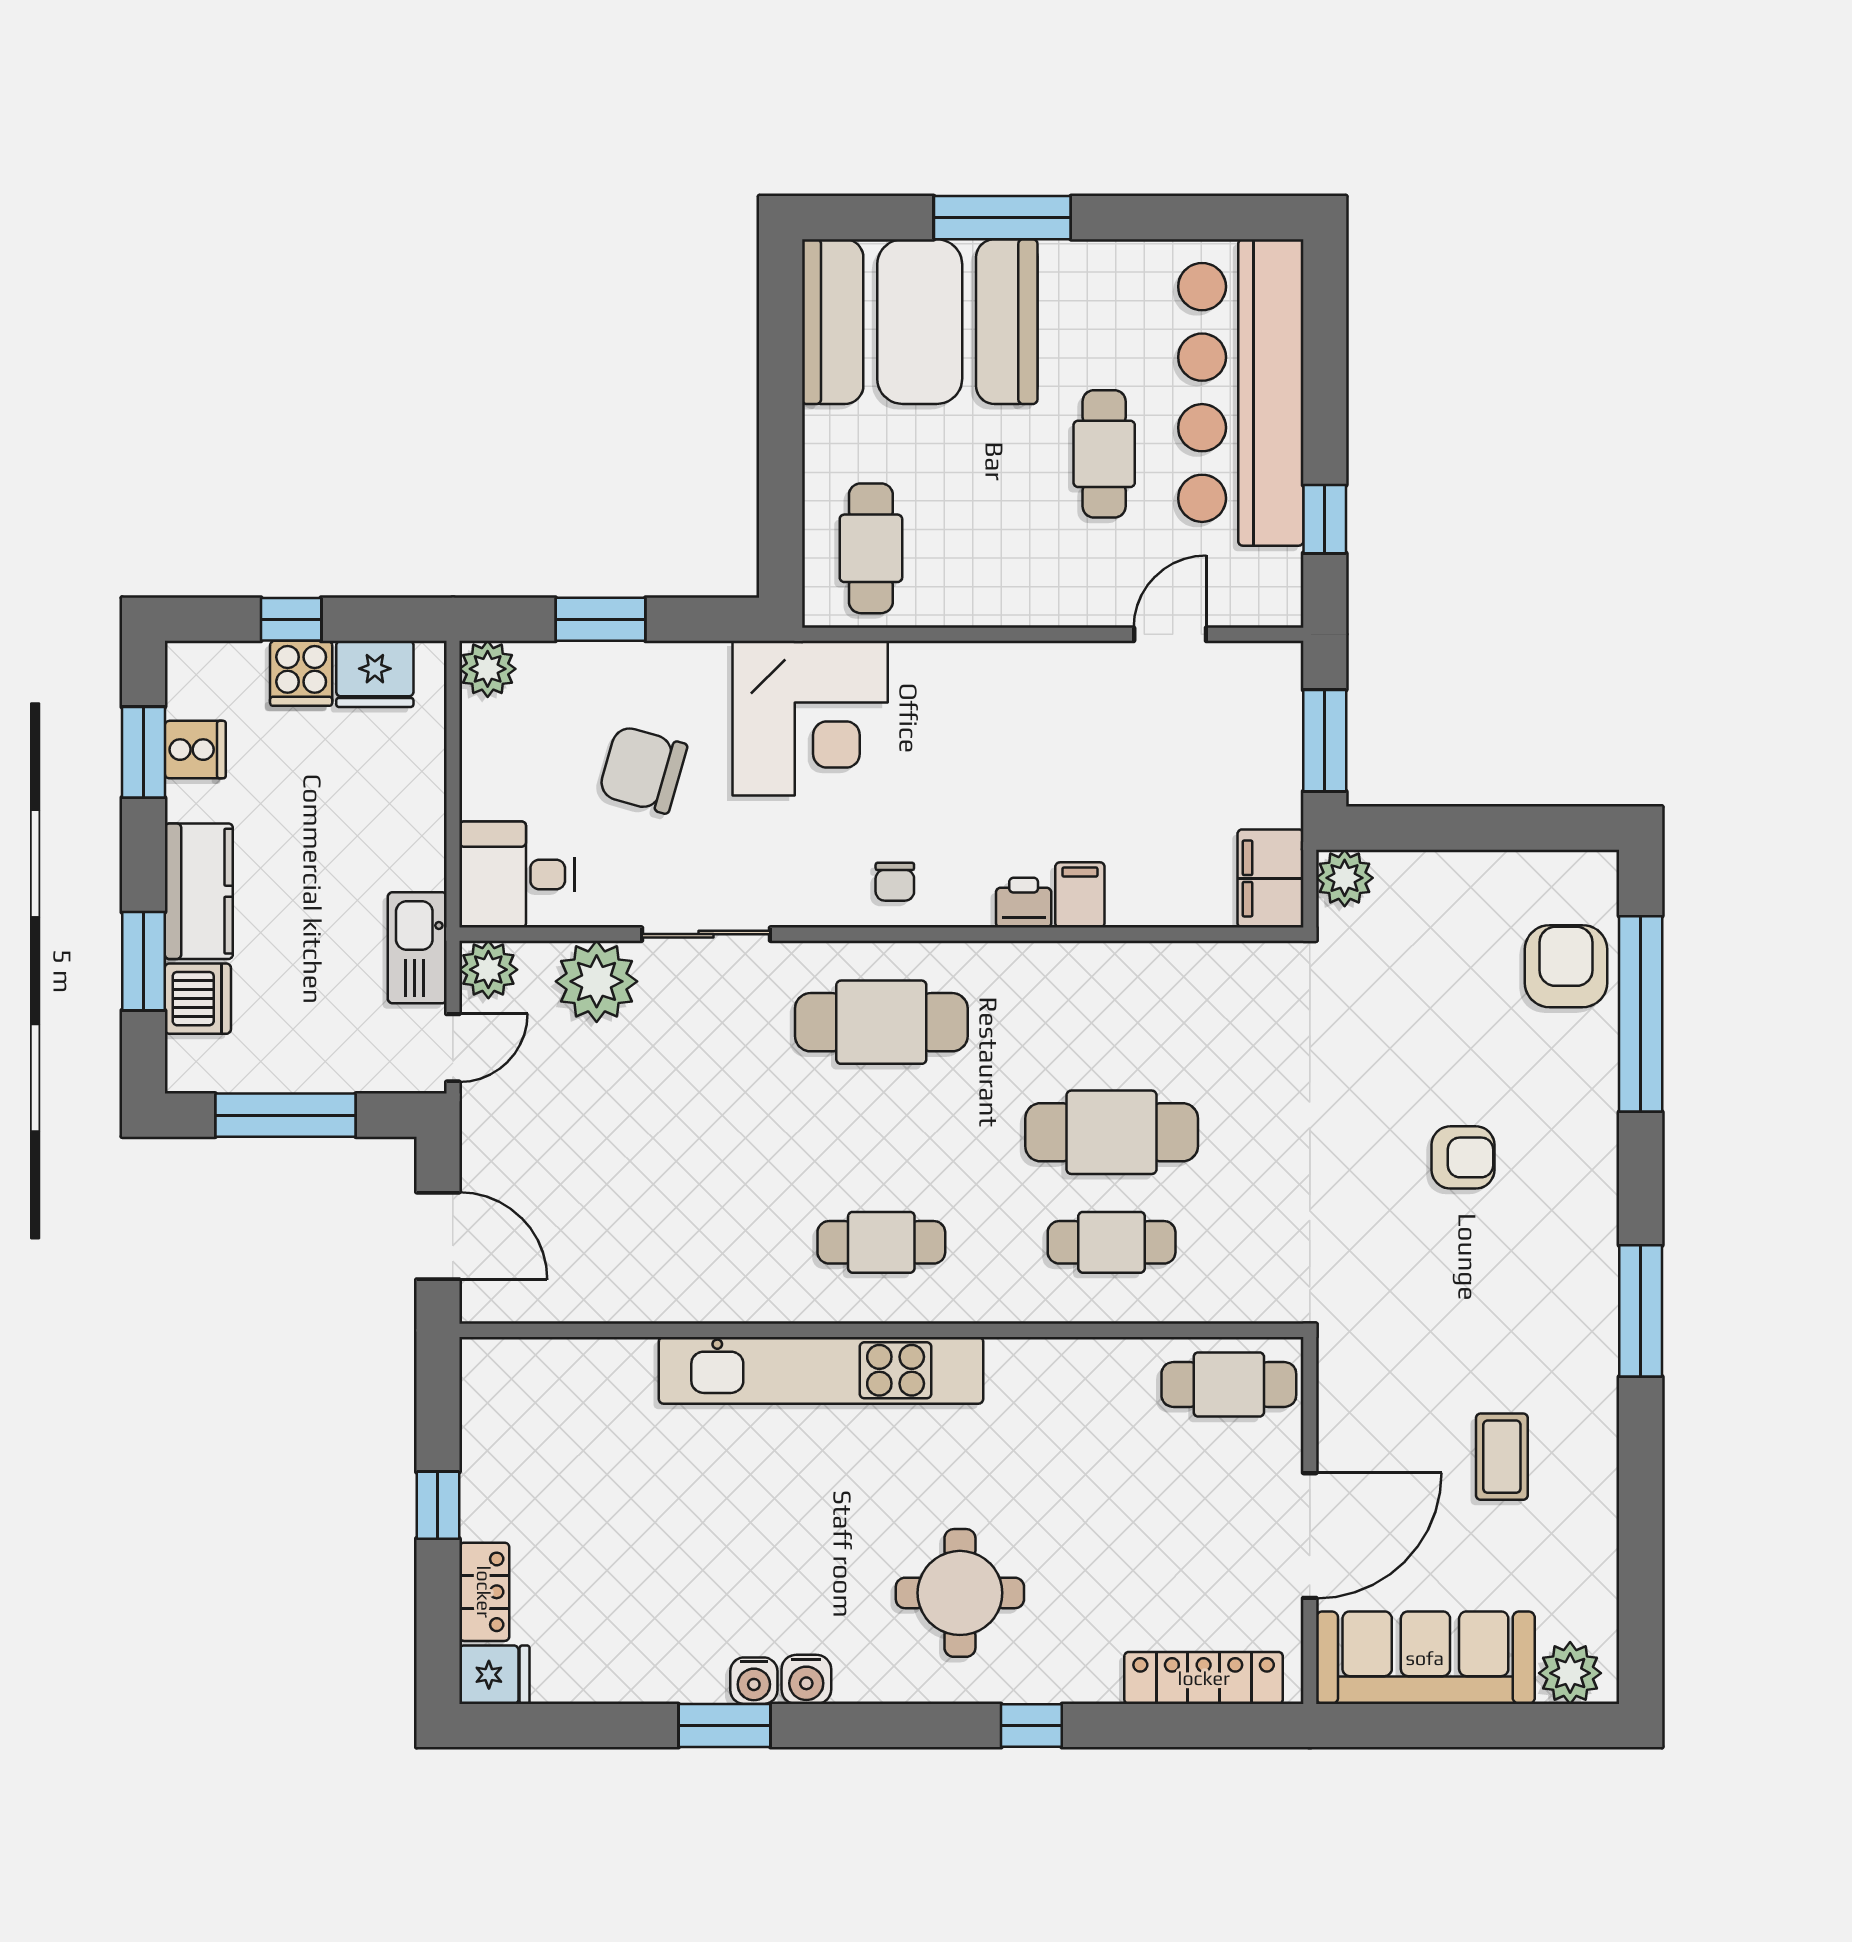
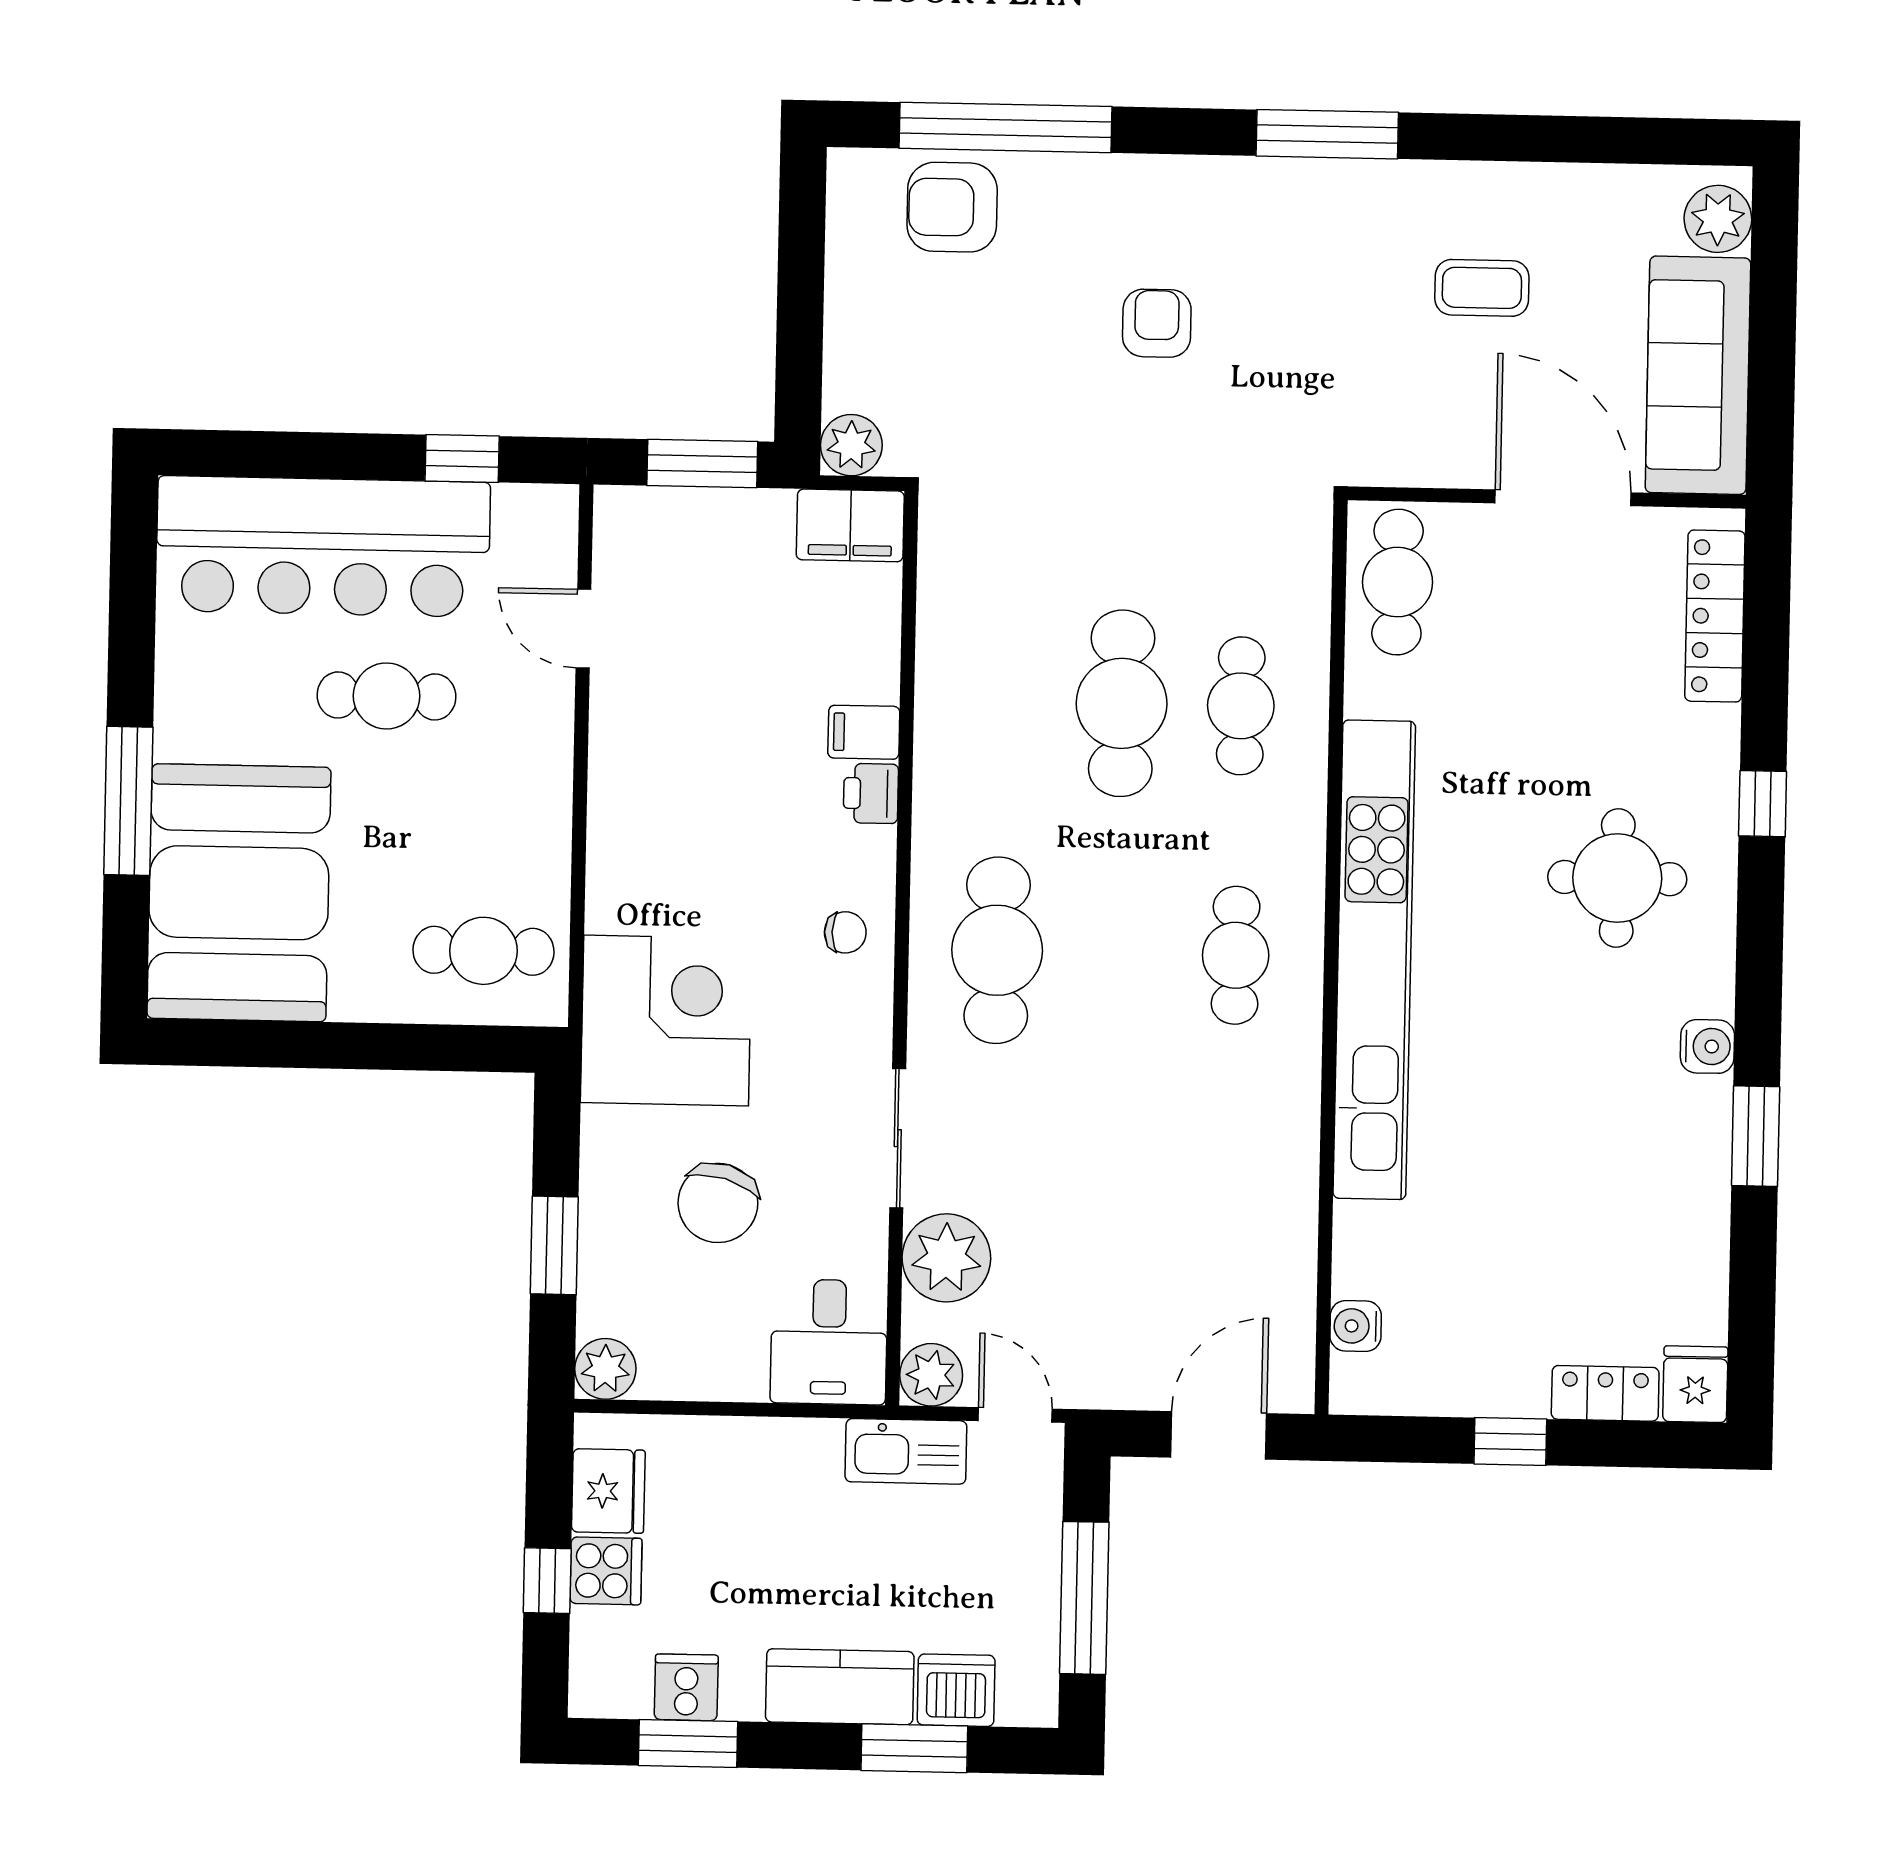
kitchen unit: (821, 1370) -> (1374, 960), width x1.36
water cooler: (754, 1681) -> (1356, 1326), moved, turned 180

